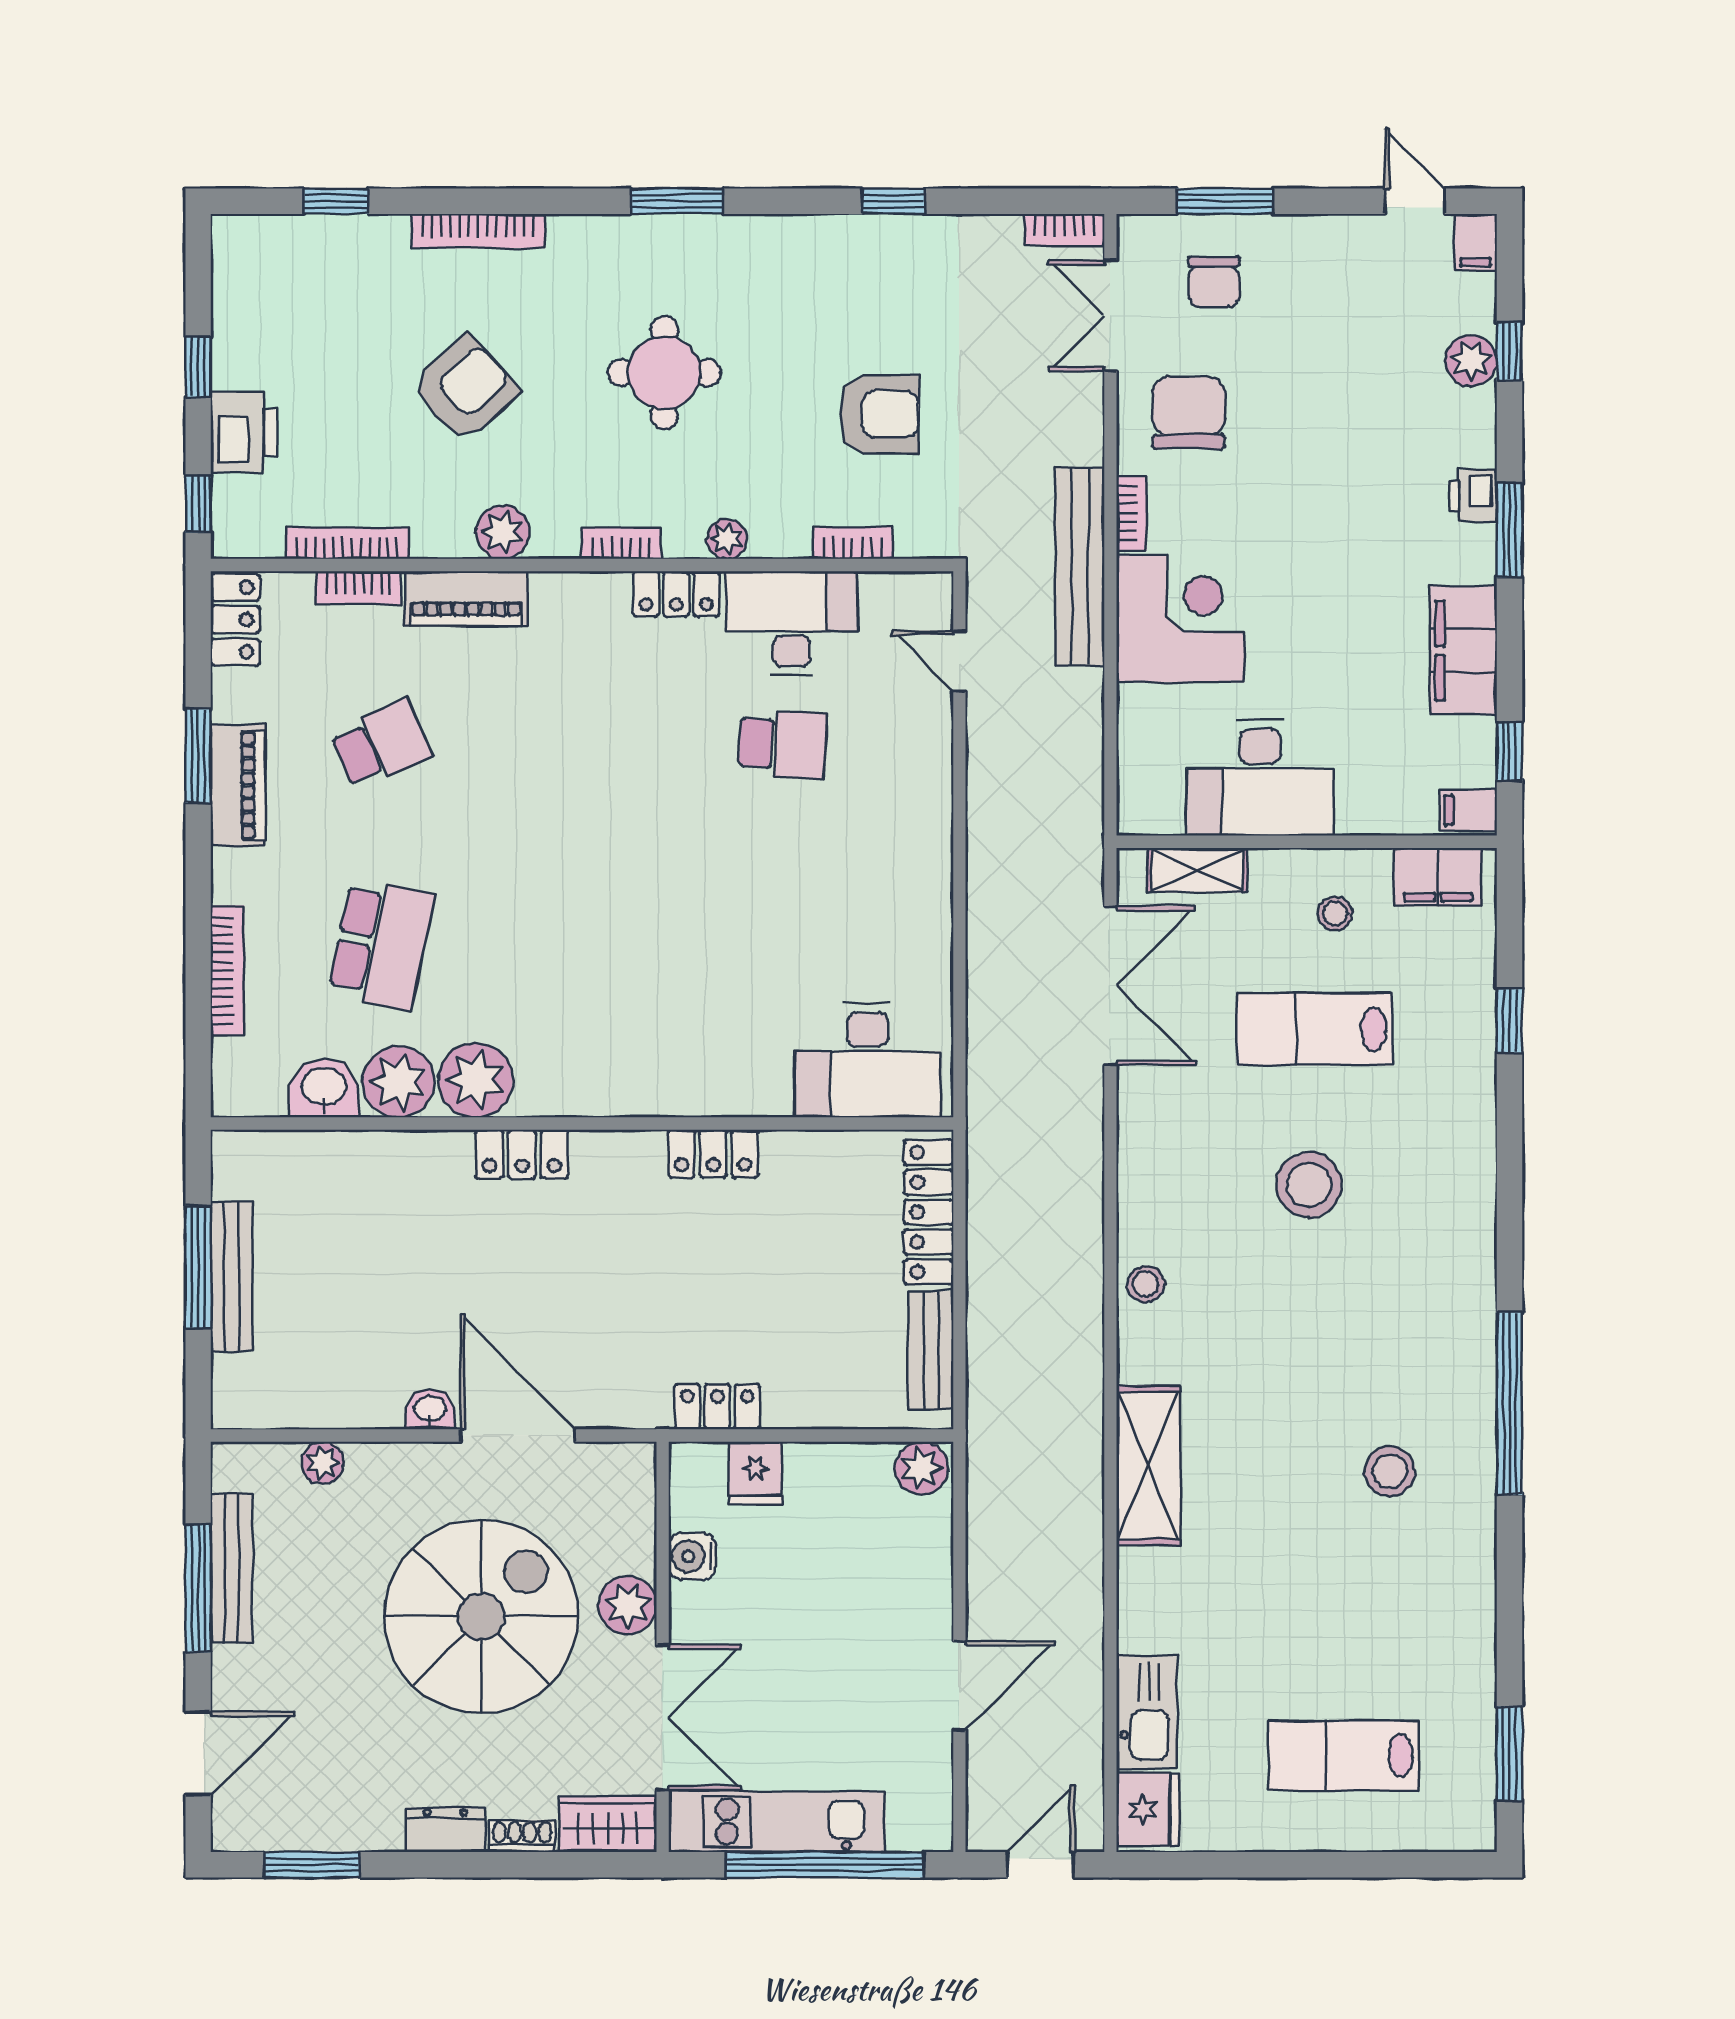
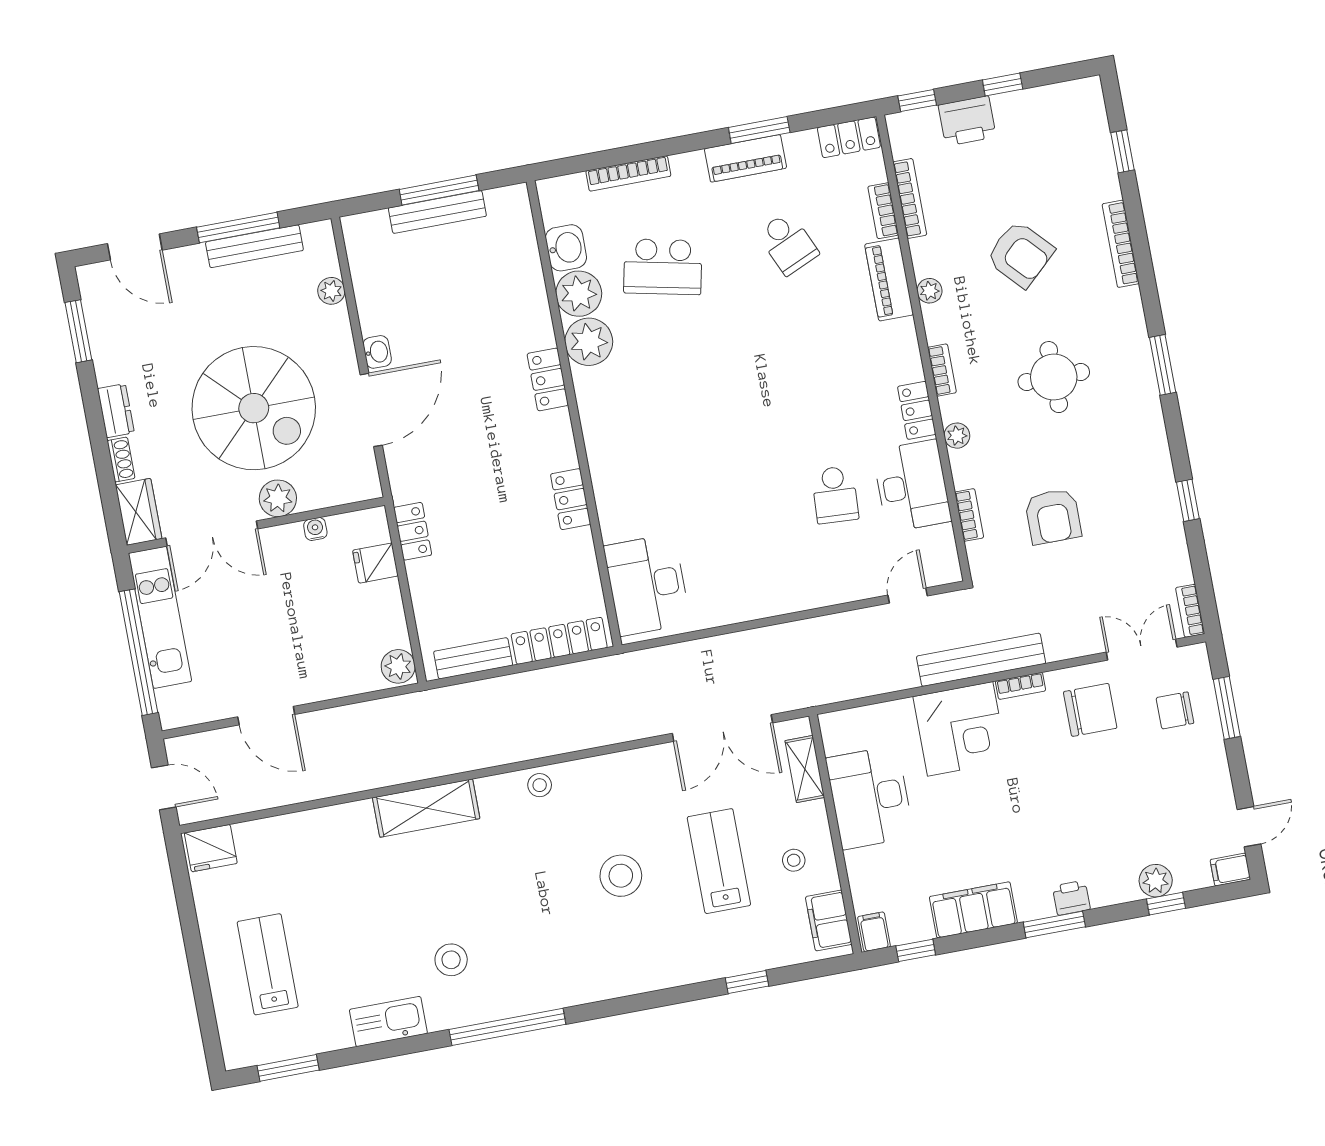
plant: (503, 532) -> (930, 291), width x0.73, depth x0.73
water cooler: (692, 1556) -> (315, 529), width x0.72, depth x0.72
kitchen sink: (1146, 1712) -> (388, 1022), moved, turned 180

